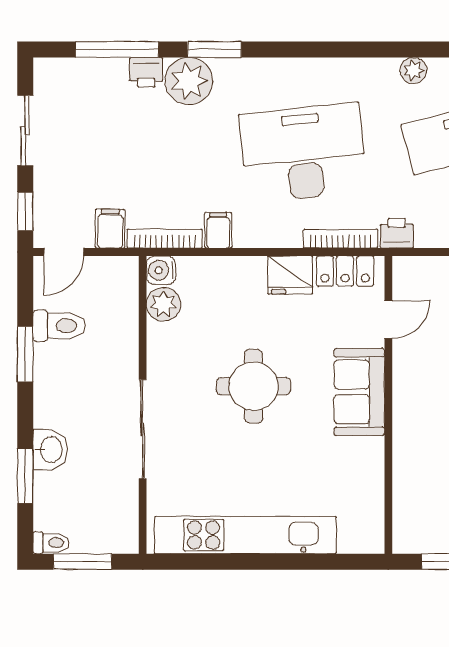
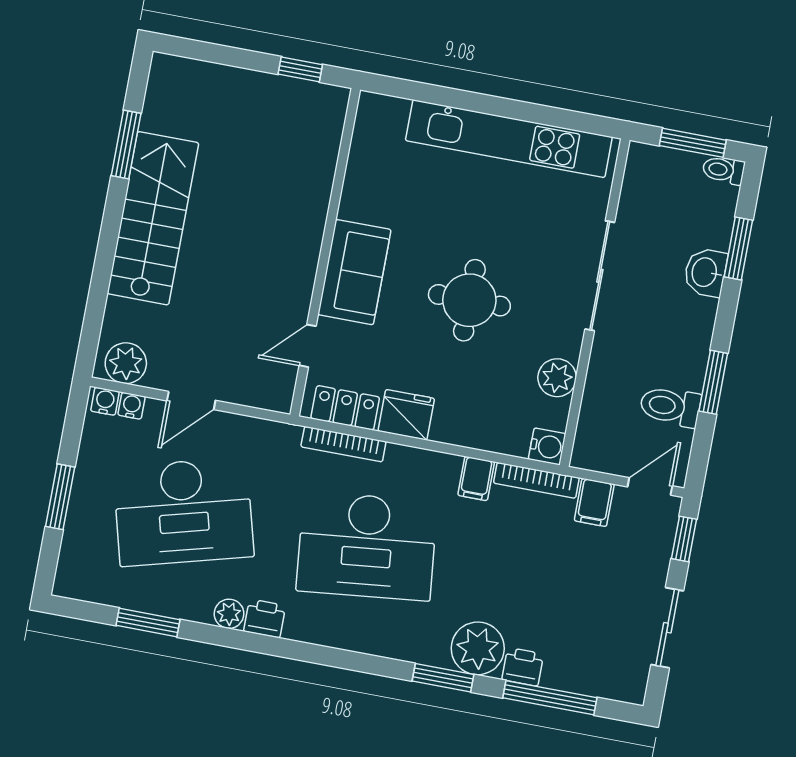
printer: (397, 233) -> (265, 618), moved, turned 180
plant: (163, 304) -> (557, 378), moved

